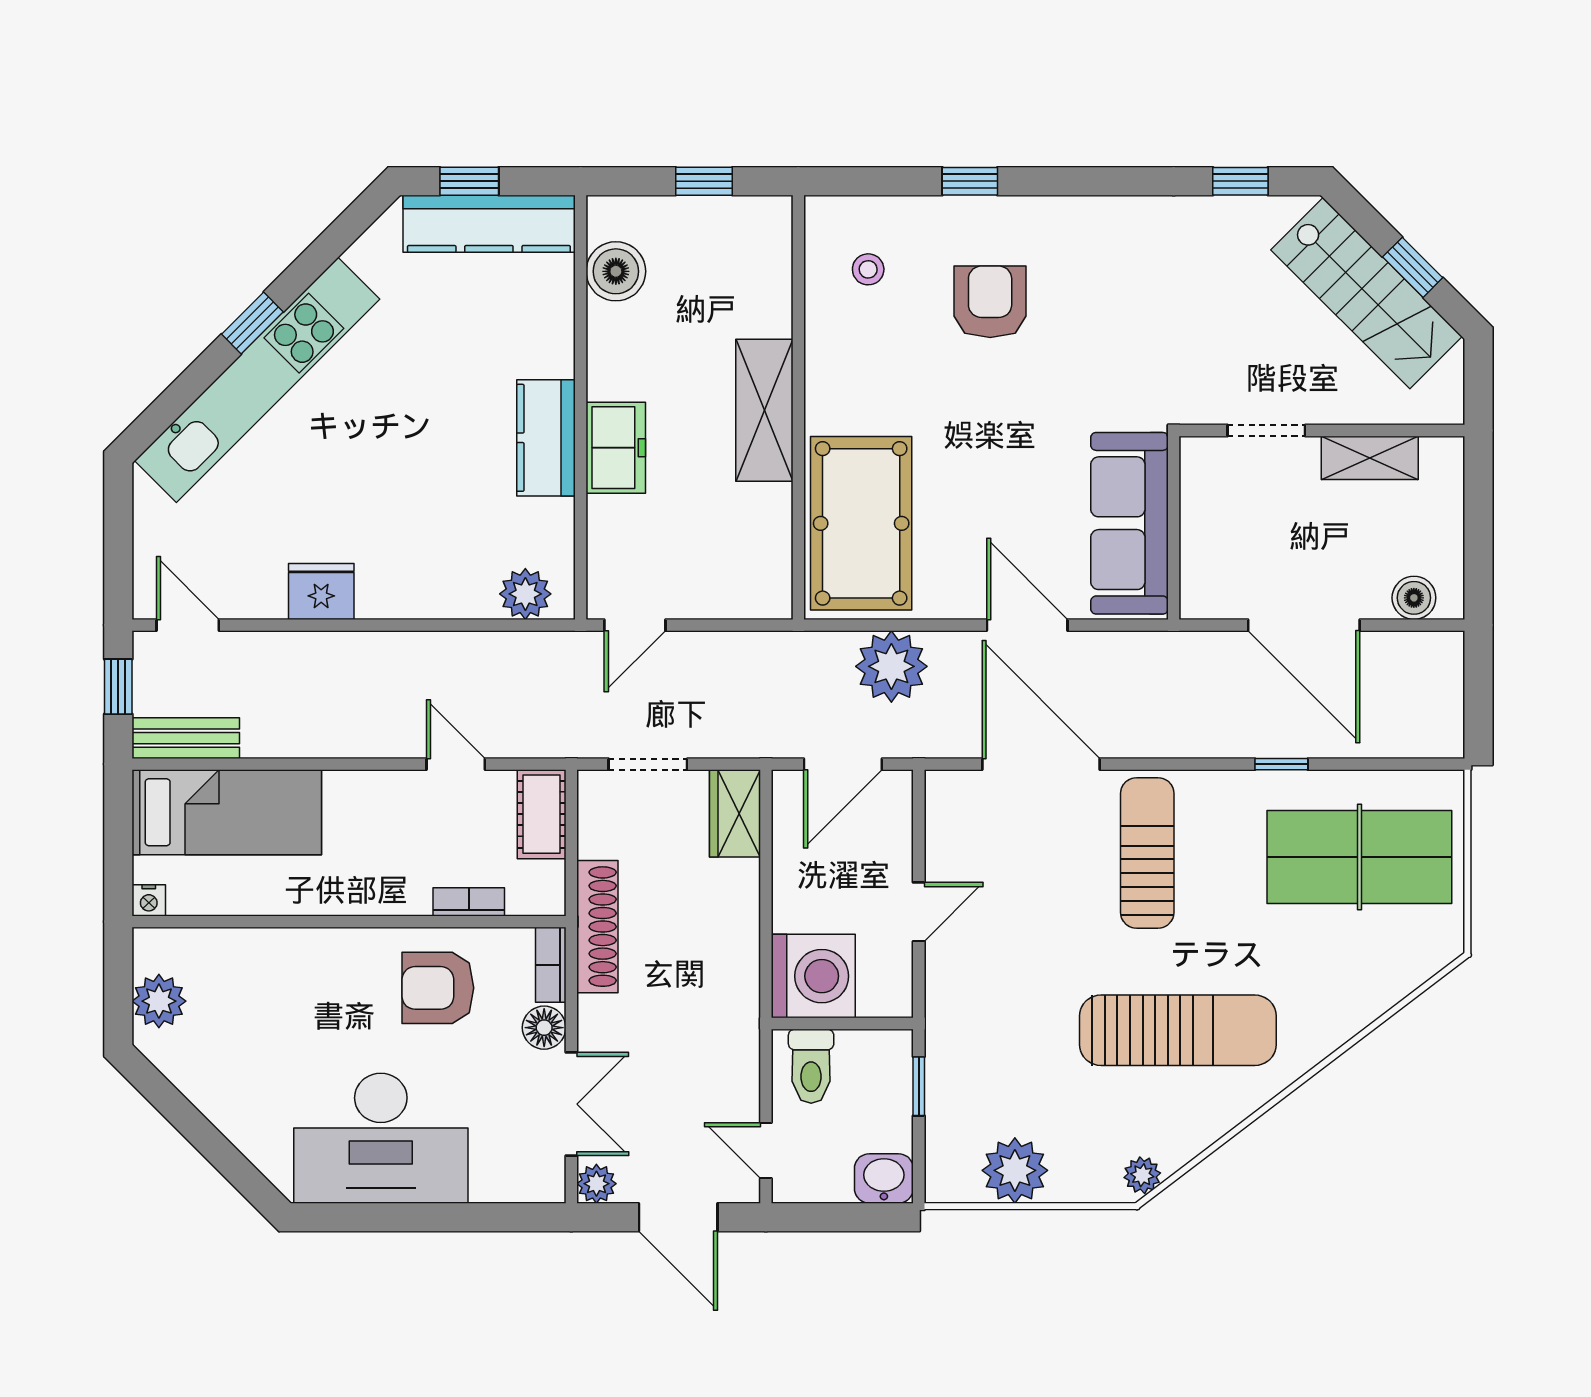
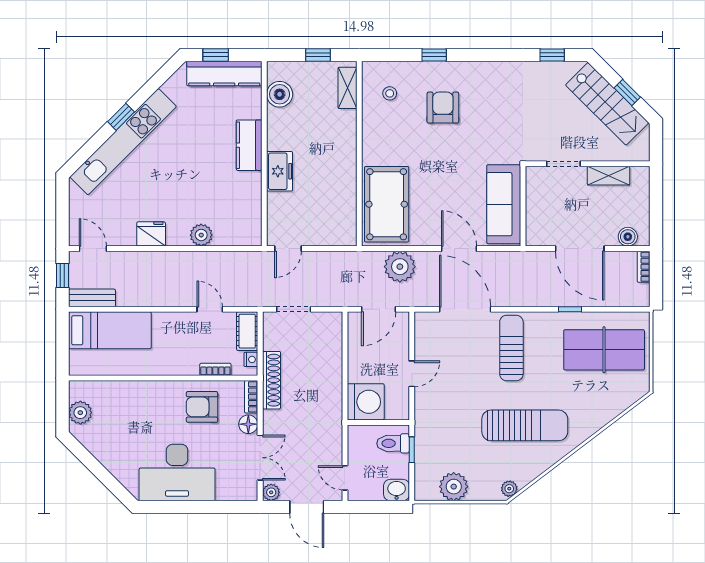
shelving: (764, 410) -> (347, 88), moved, width x0.67, depth x0.75
kitchen counter: (546, 438) -> (249, 145), moved
plant: (525, 594) -> (201, 235), moved
bookcase: (1450, 667) -> (644, 267), added
wardrobe: (735, 813) -> (332, 331), removed
nightstand: (149, 900) -> (251, 359), moved, turned -90
toilet: (811, 1066) -> (393, 443), moved, turned 90

